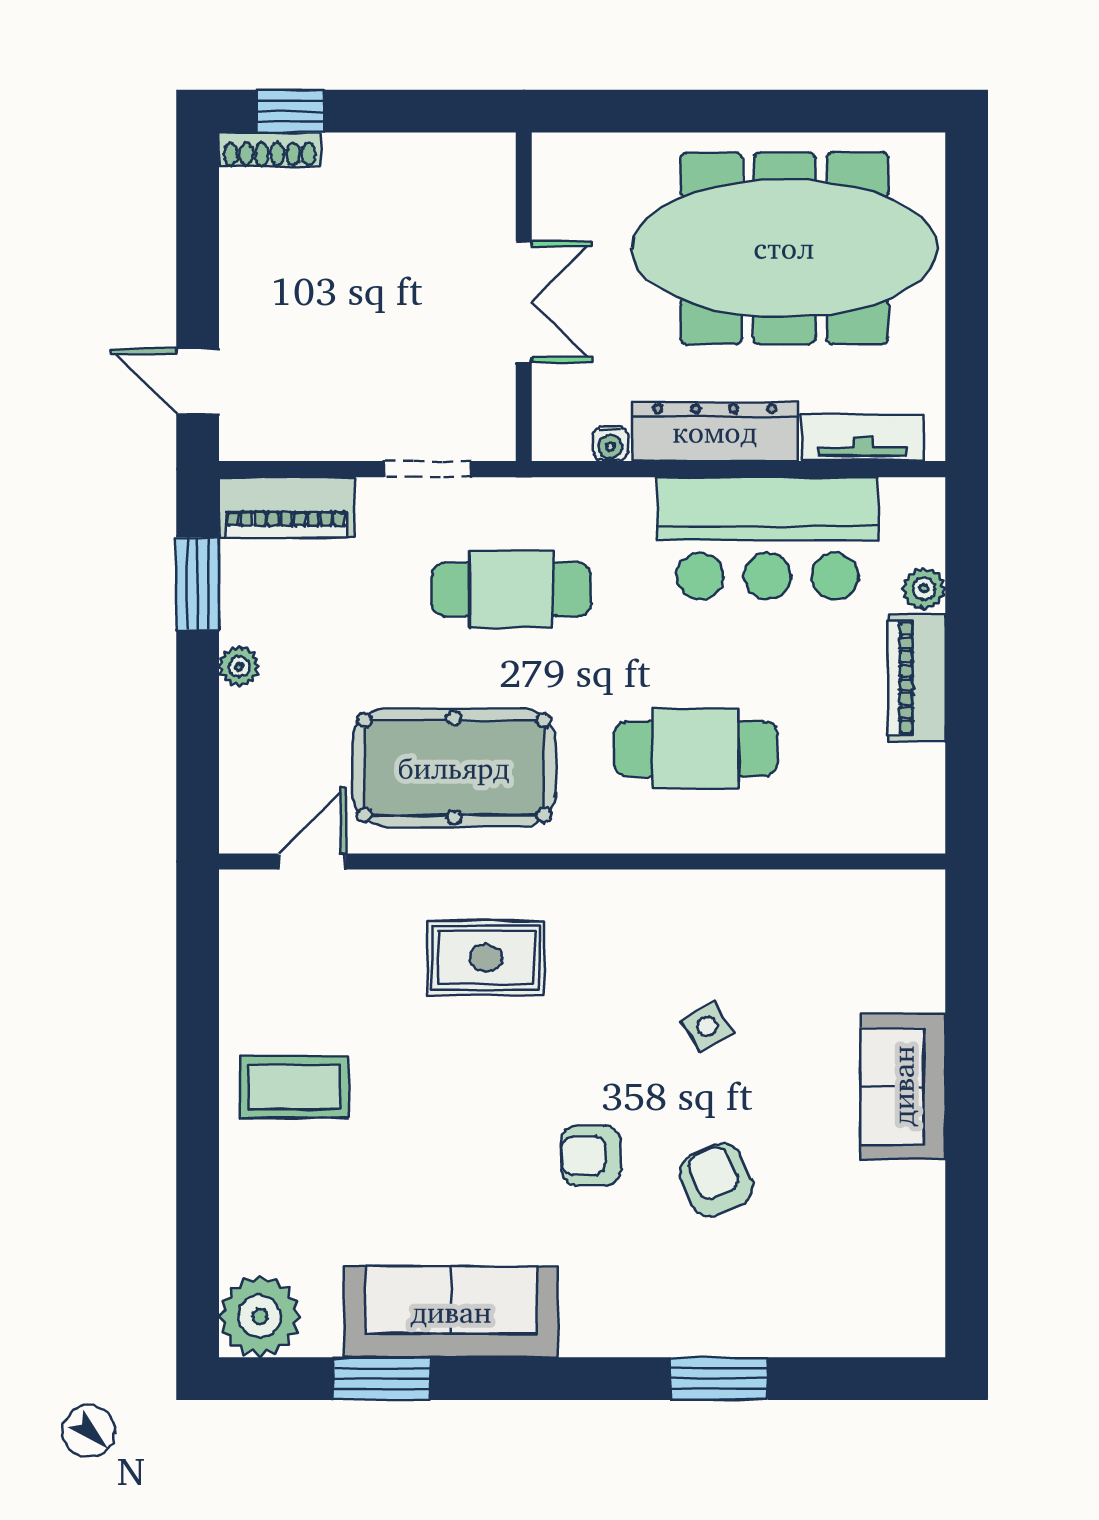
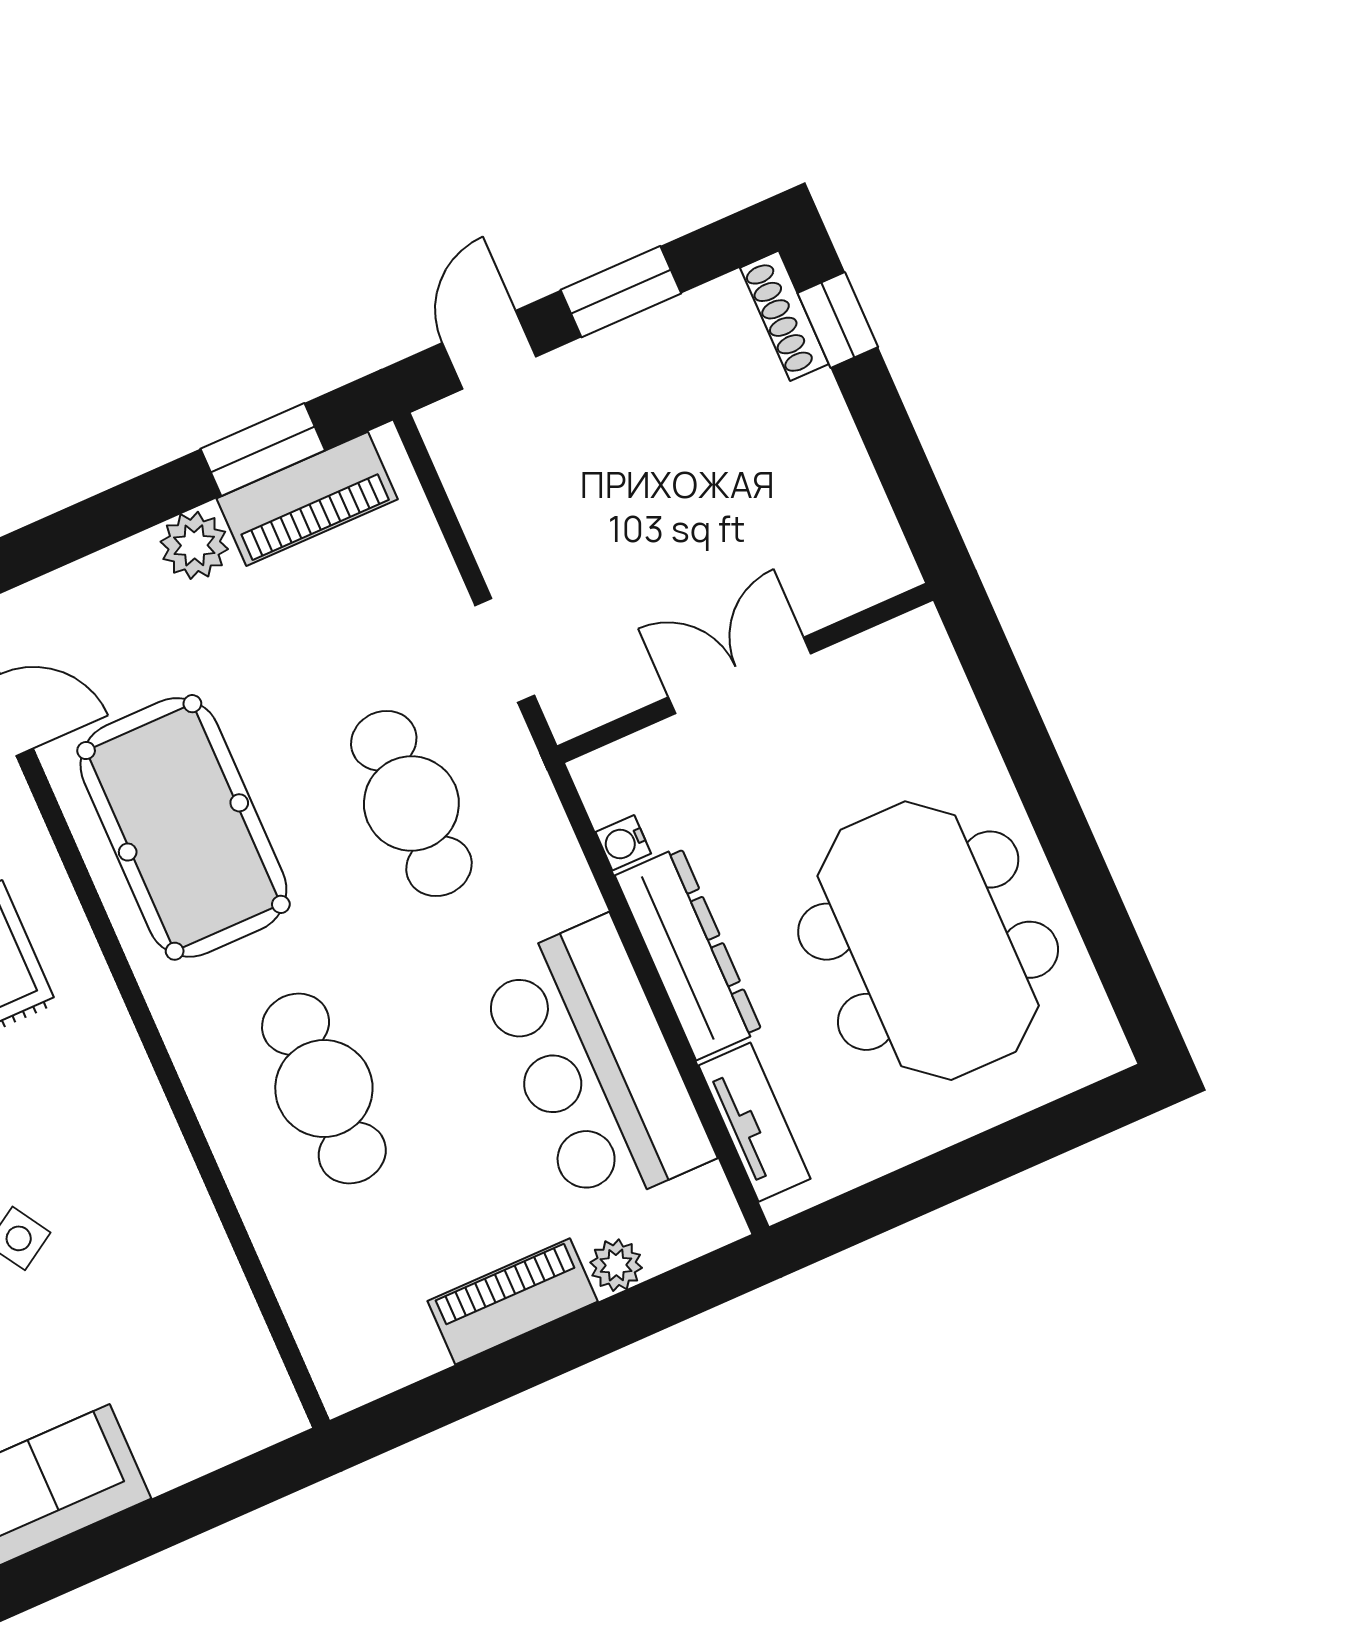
meeting table: (784, 248) -> (928, 941), width x0.73
window: (198, 264) -> (621, 292), added
double door: (524, 302) -> (740, 675), swing flipped
piano: (286, 507) -> (307, 499), moved, turned -90
plant: (239, 667) -> (194, 545), width x1.38, depth x1.38

